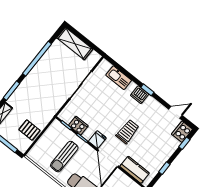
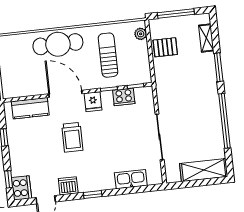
dishwasher: (140, 95) -> (68, 186), moved
plant: (35, 150) -> (141, 34), added

